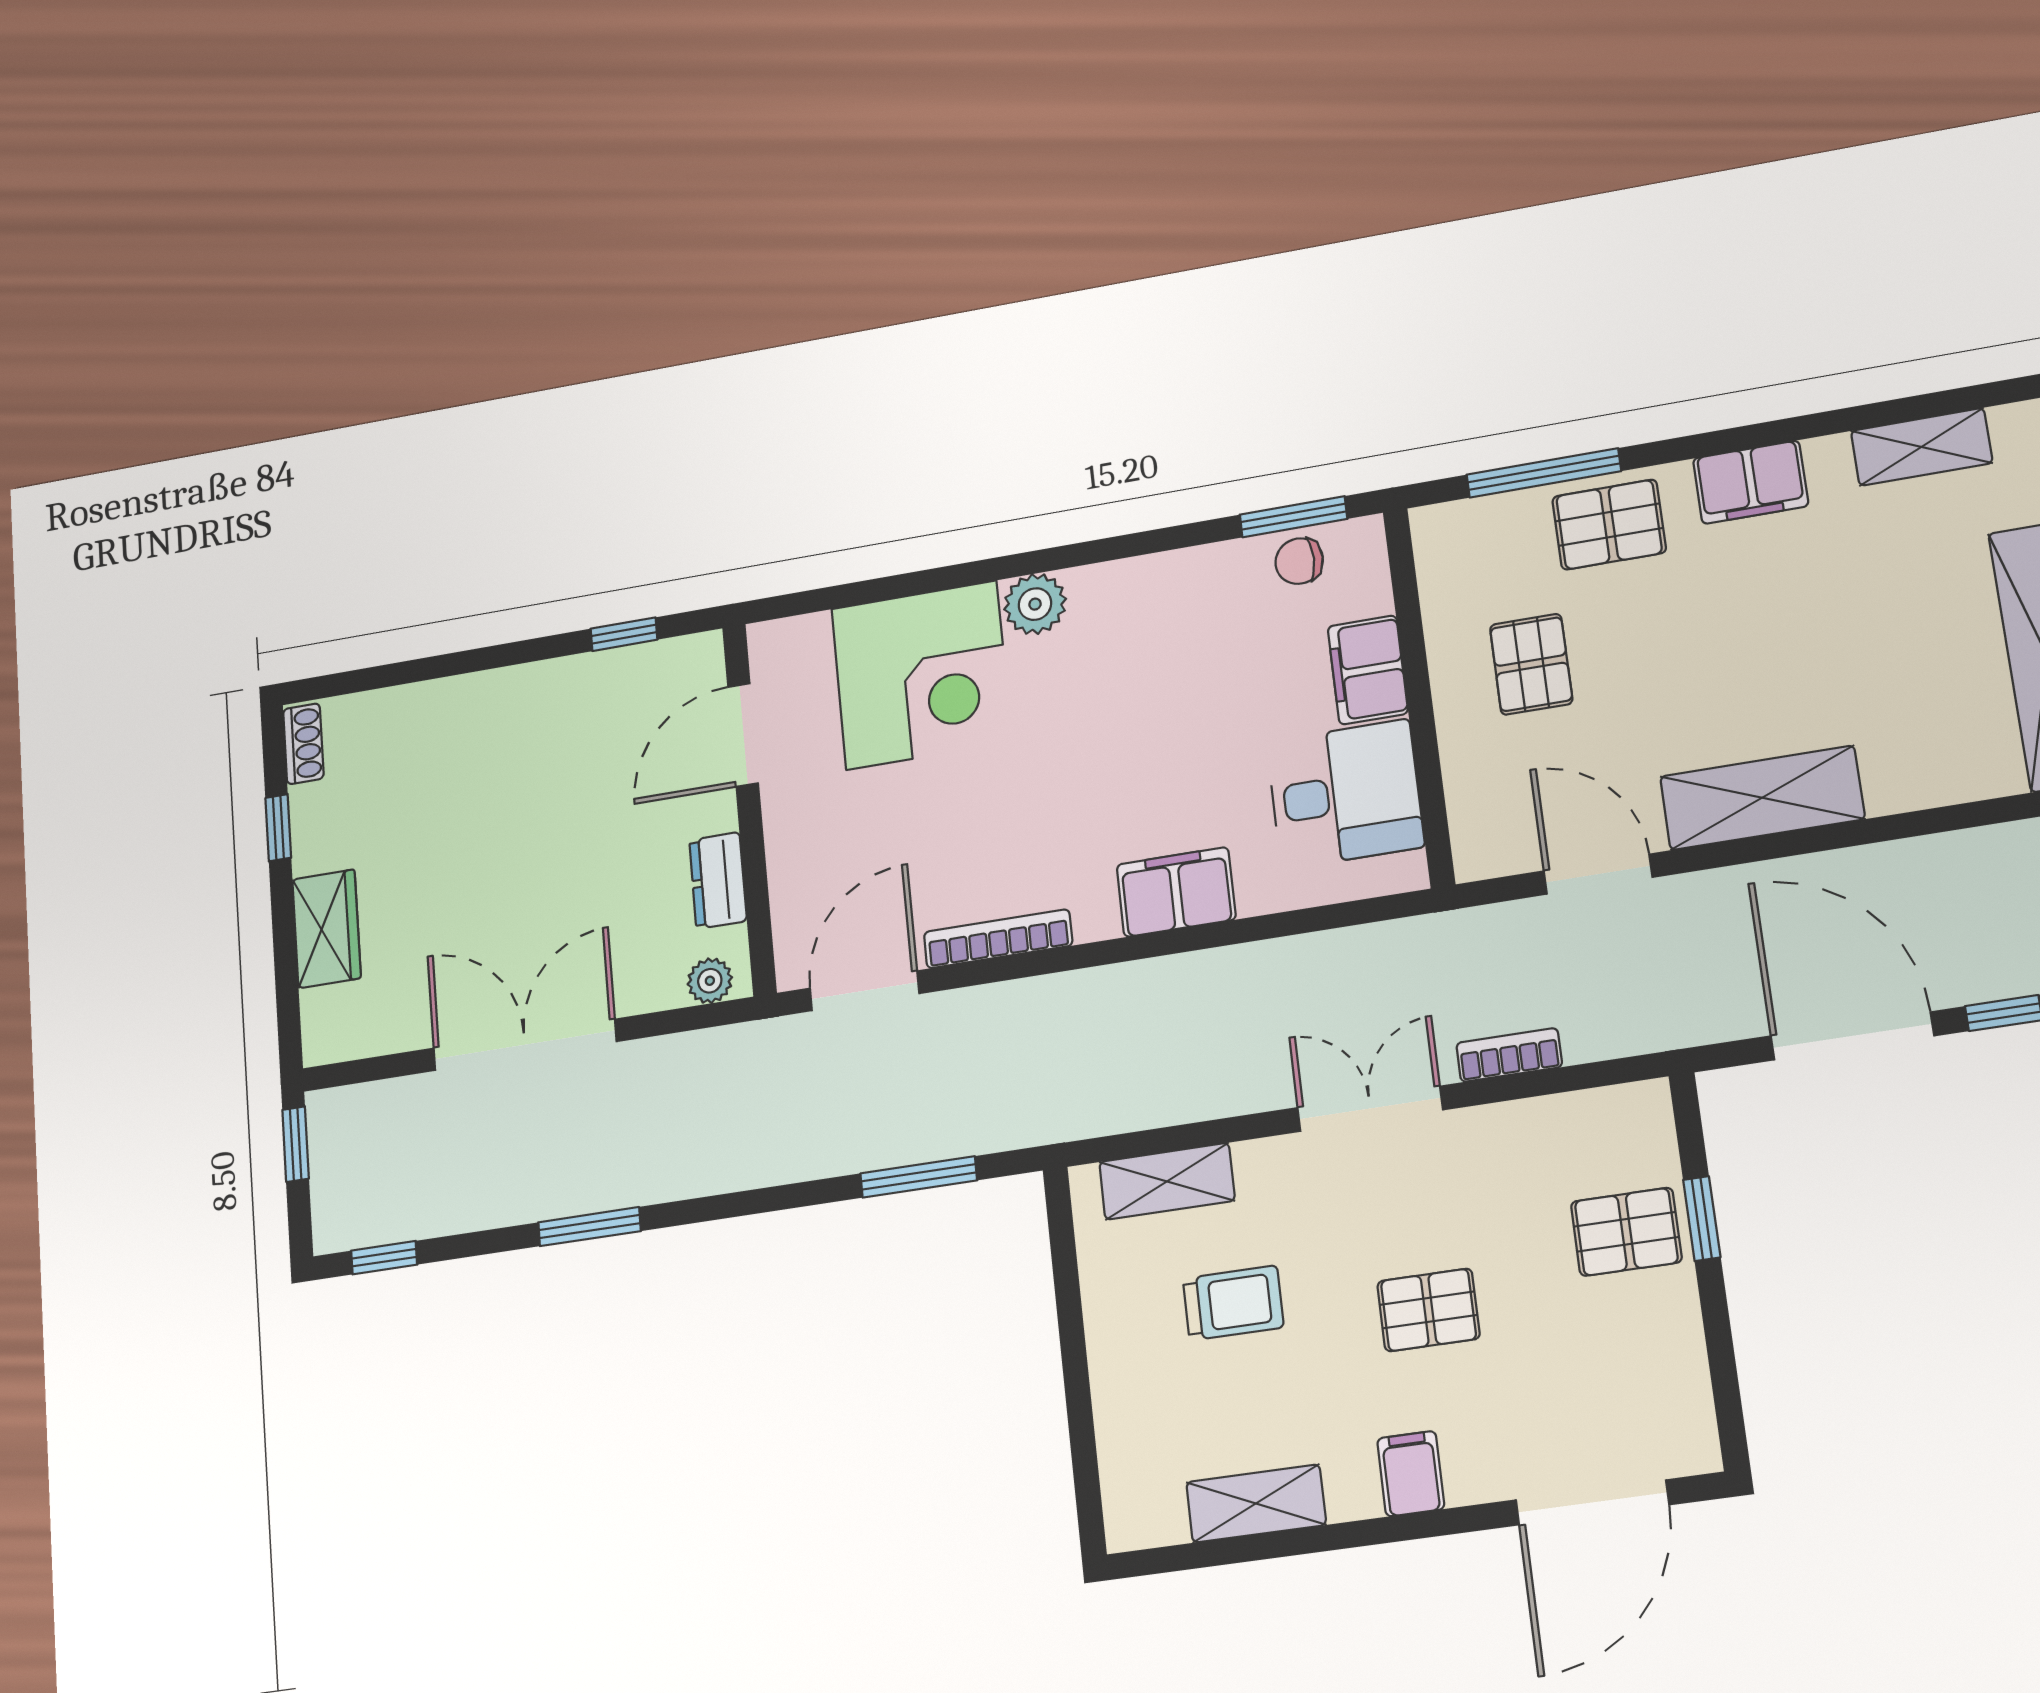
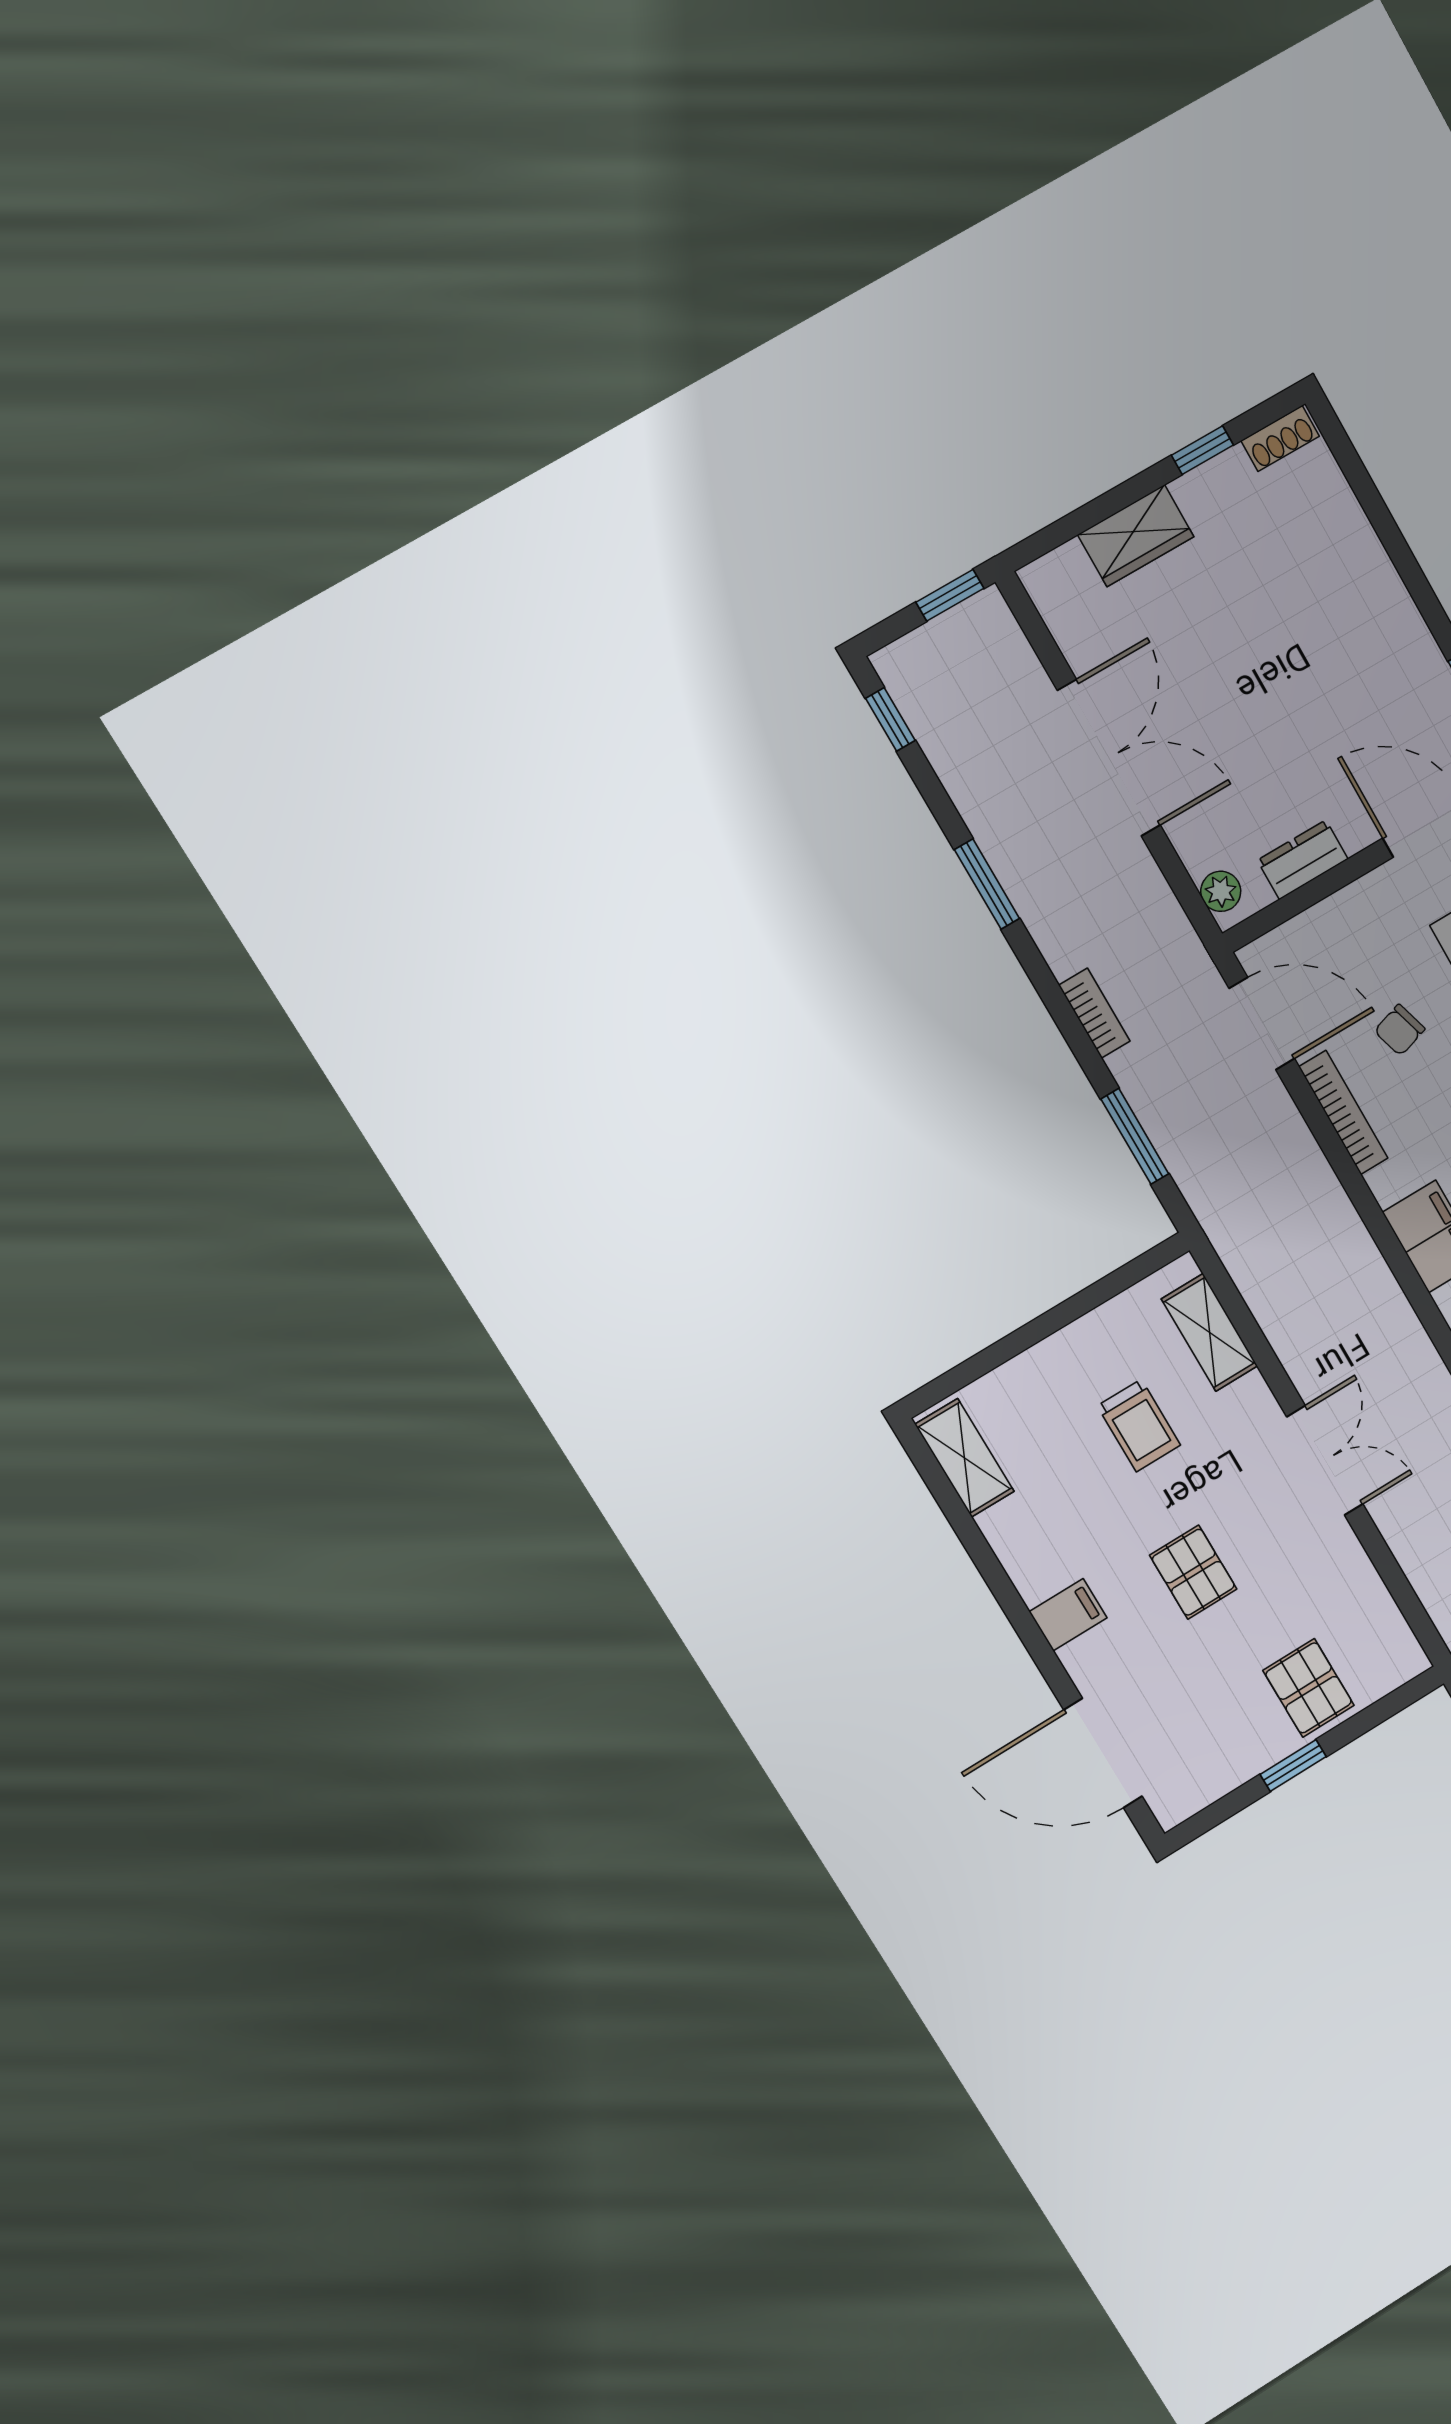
chair: (940, 844) -> (1400, 1030), added
bookcase: (1509, 1055) -> (1094, 1013), moved
window: (1702, 1219) -> (1293, 1766), moved
shelving: (1256, 1503) -> (965, 1458), moved

